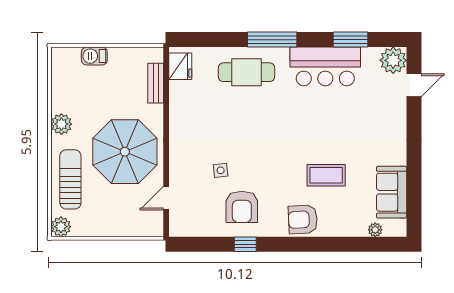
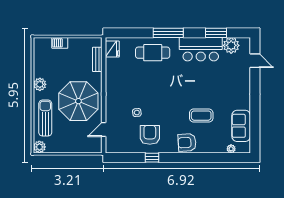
plant: (393, 60) -> (231, 45), moved
door: (414, 85) -> (255, 61), hinge flipped
armchair: (242, 207) -> (150, 135), turned 180

